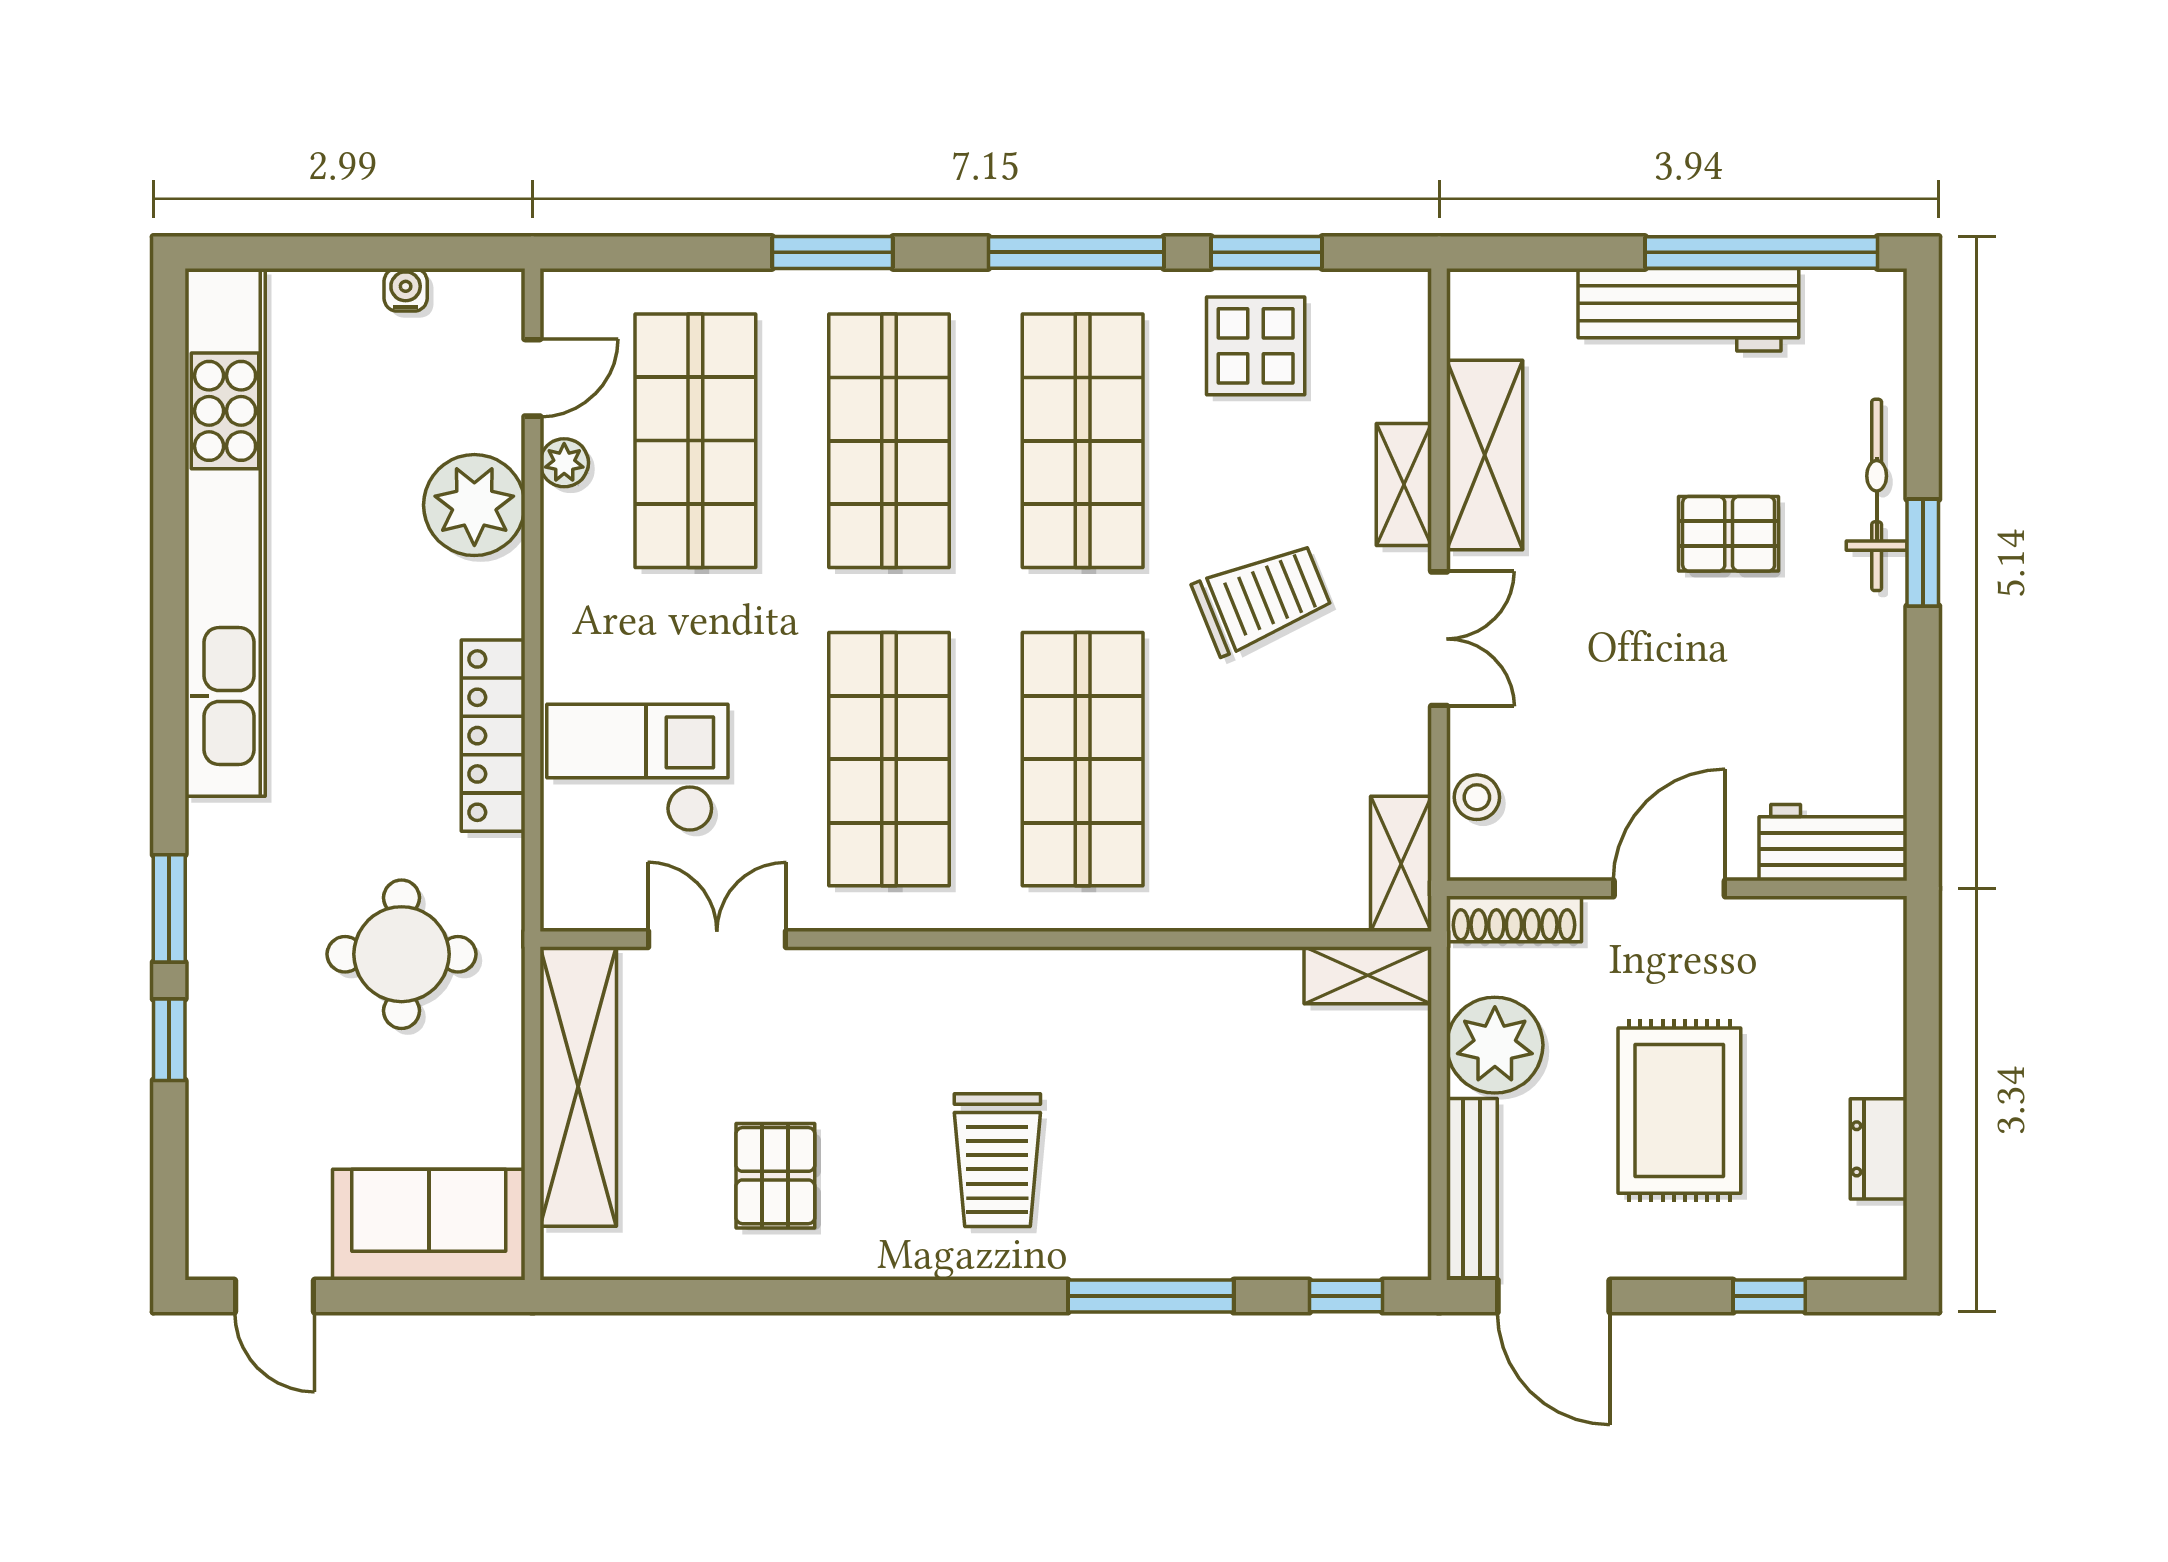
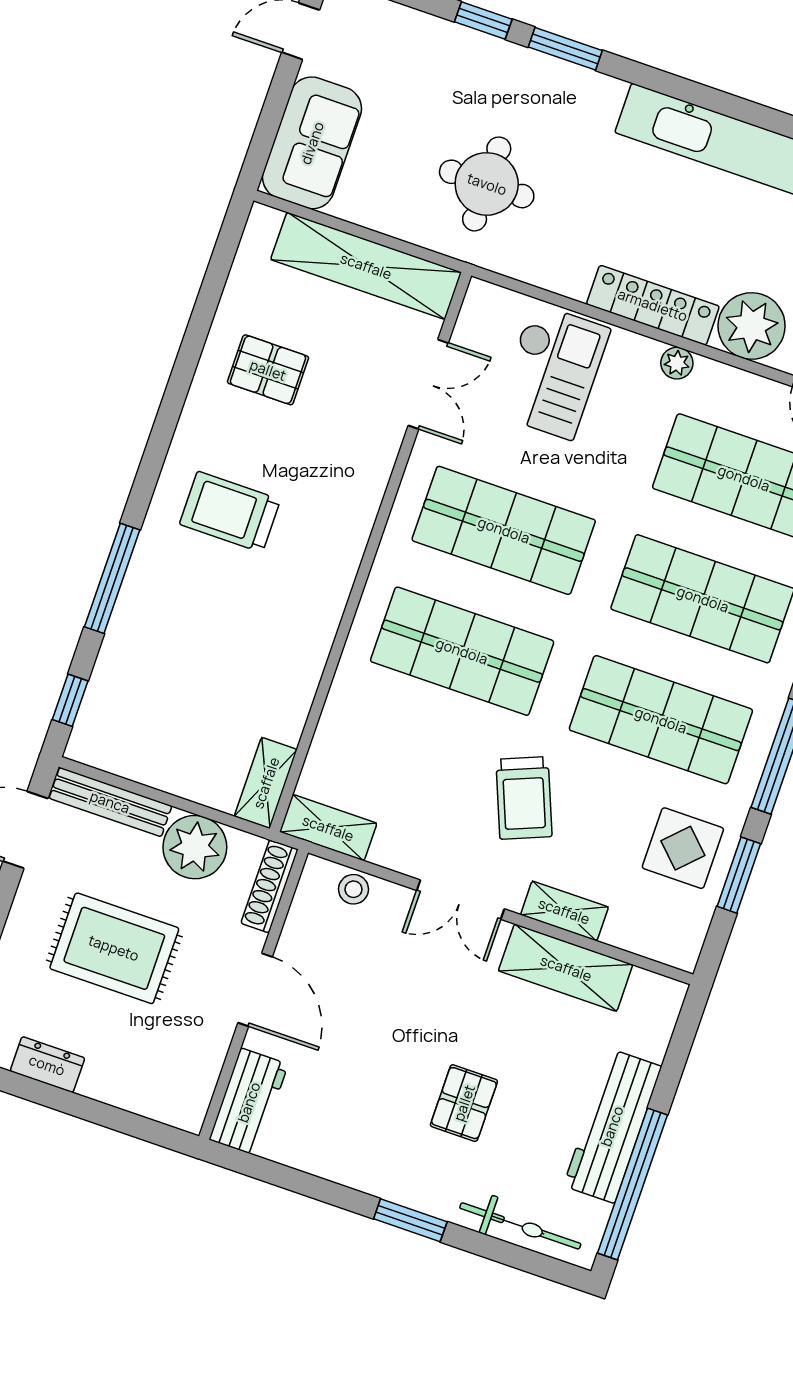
plant: (564, 463) -> (677, 363), moved
bicycle: (1877, 495) -> (520, 1226), moved
locker: (493, 736) -> (653, 305), moved

